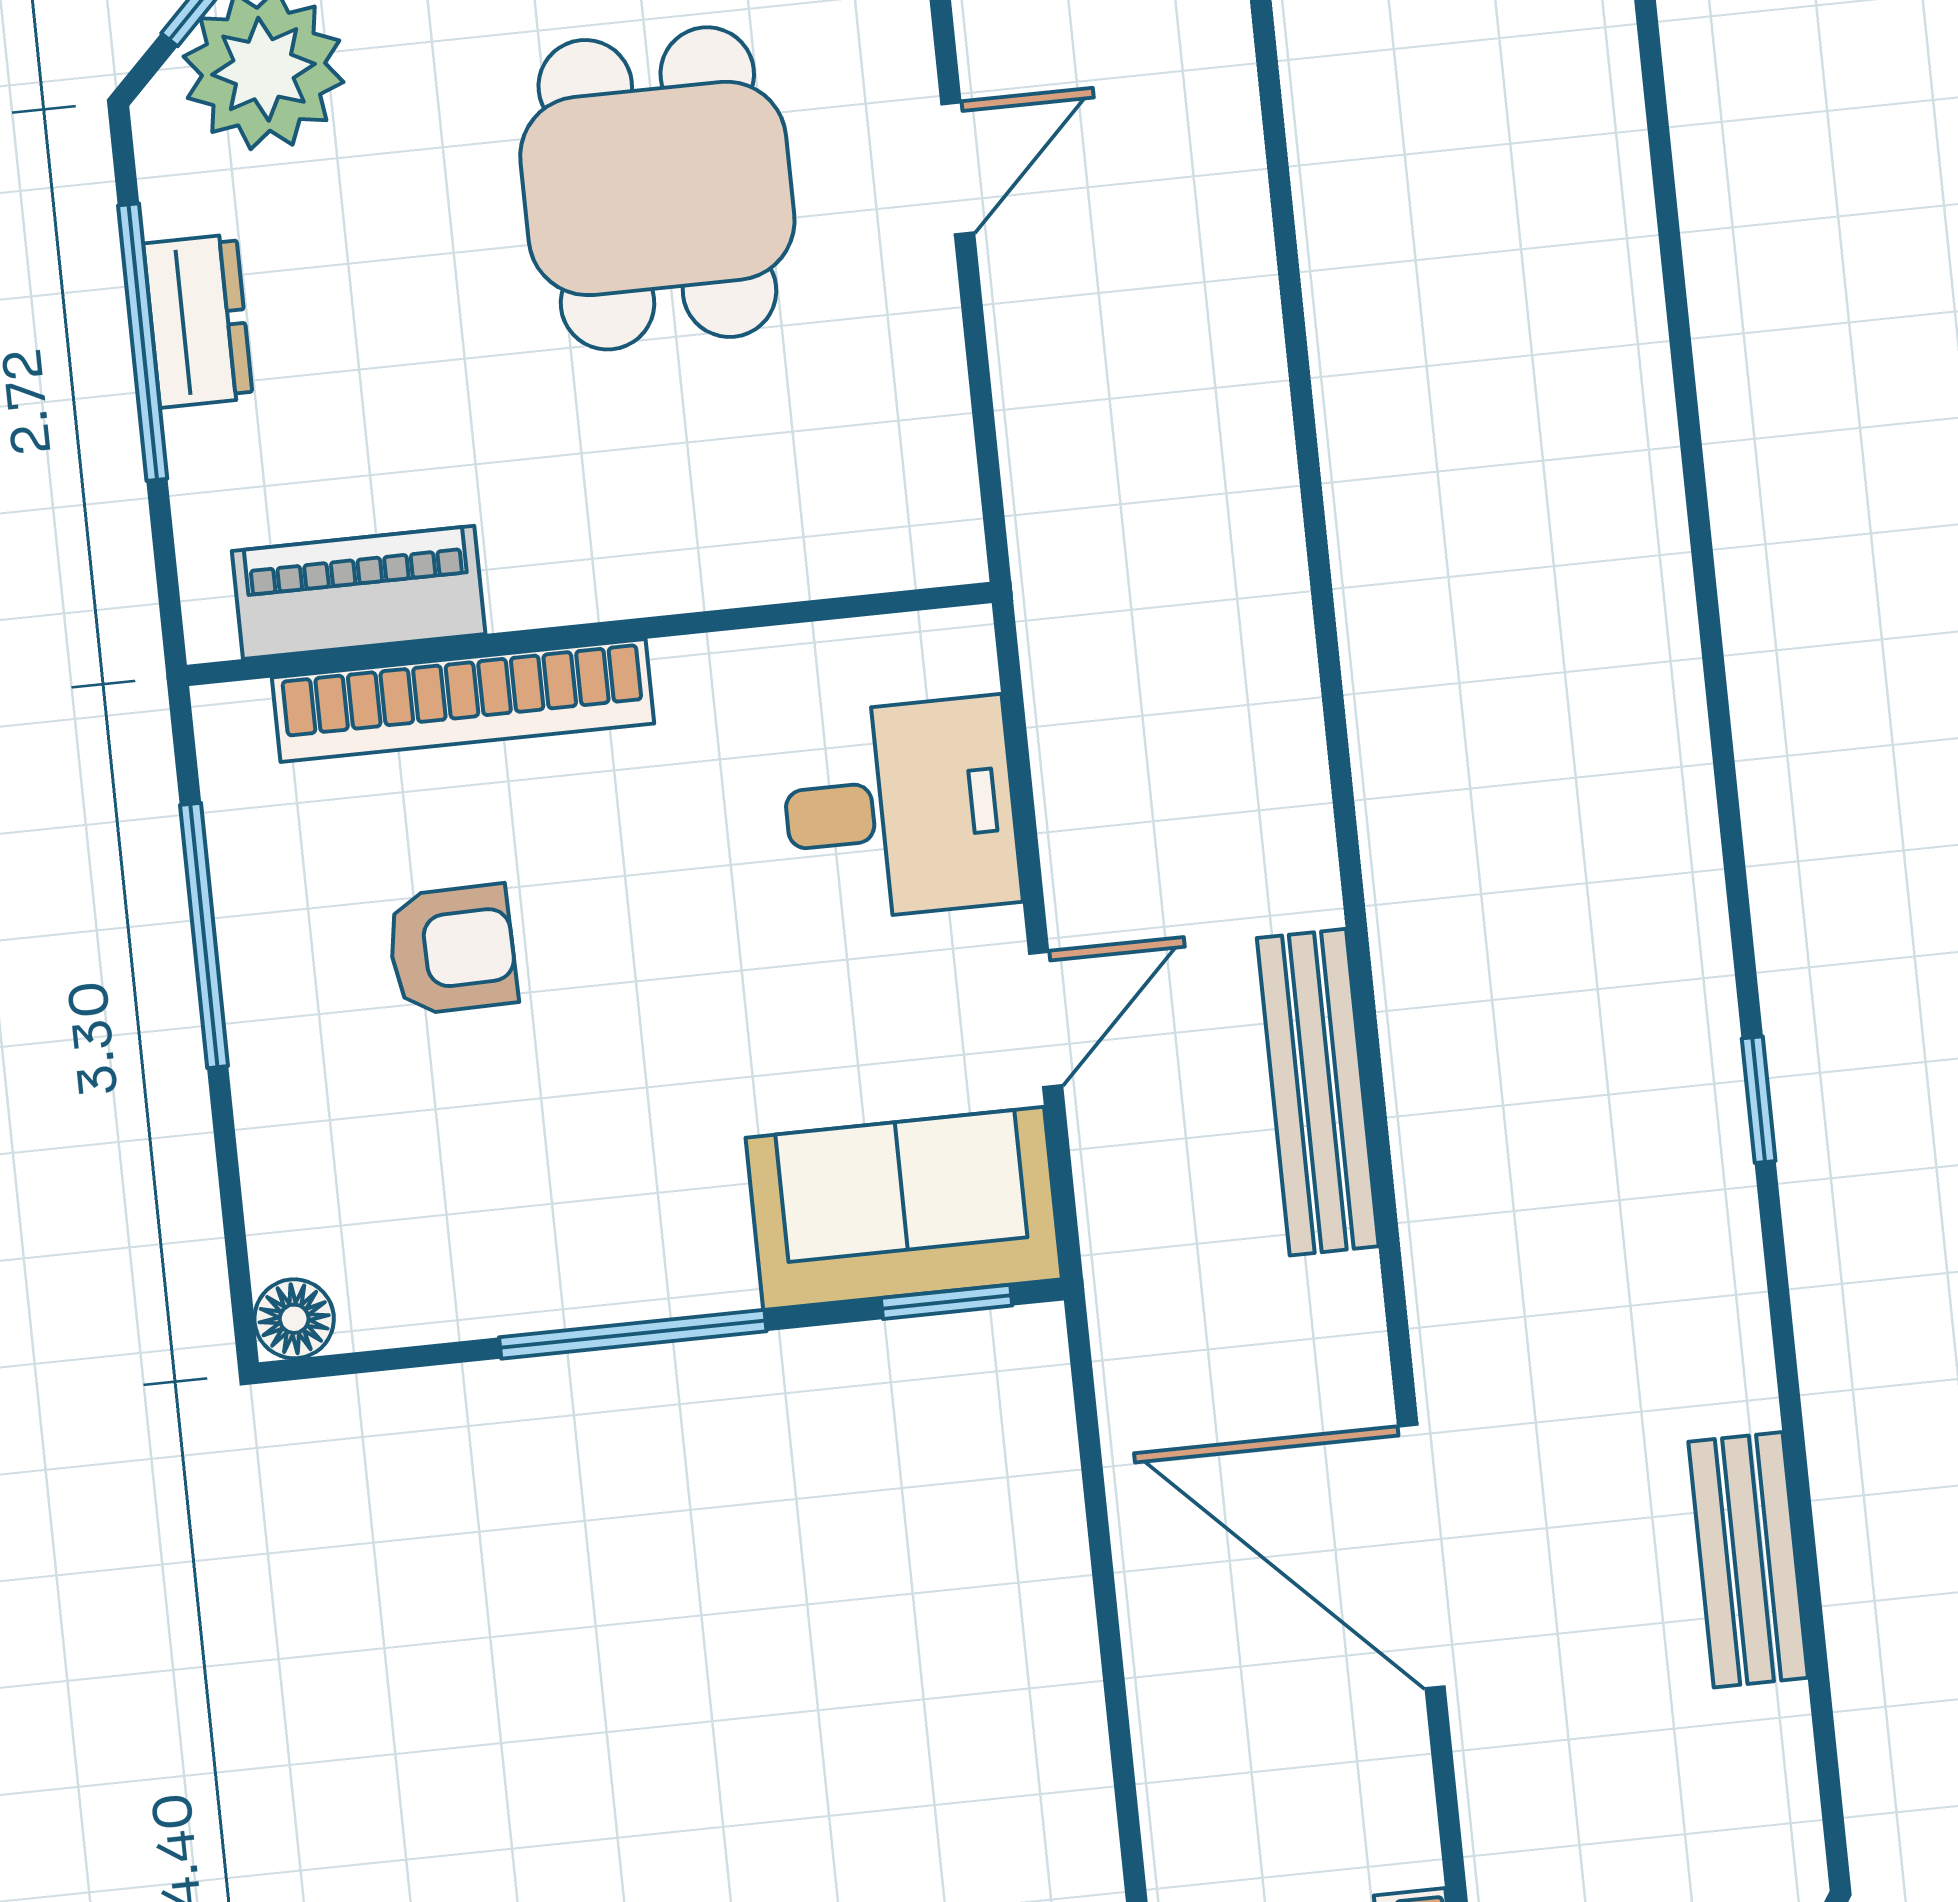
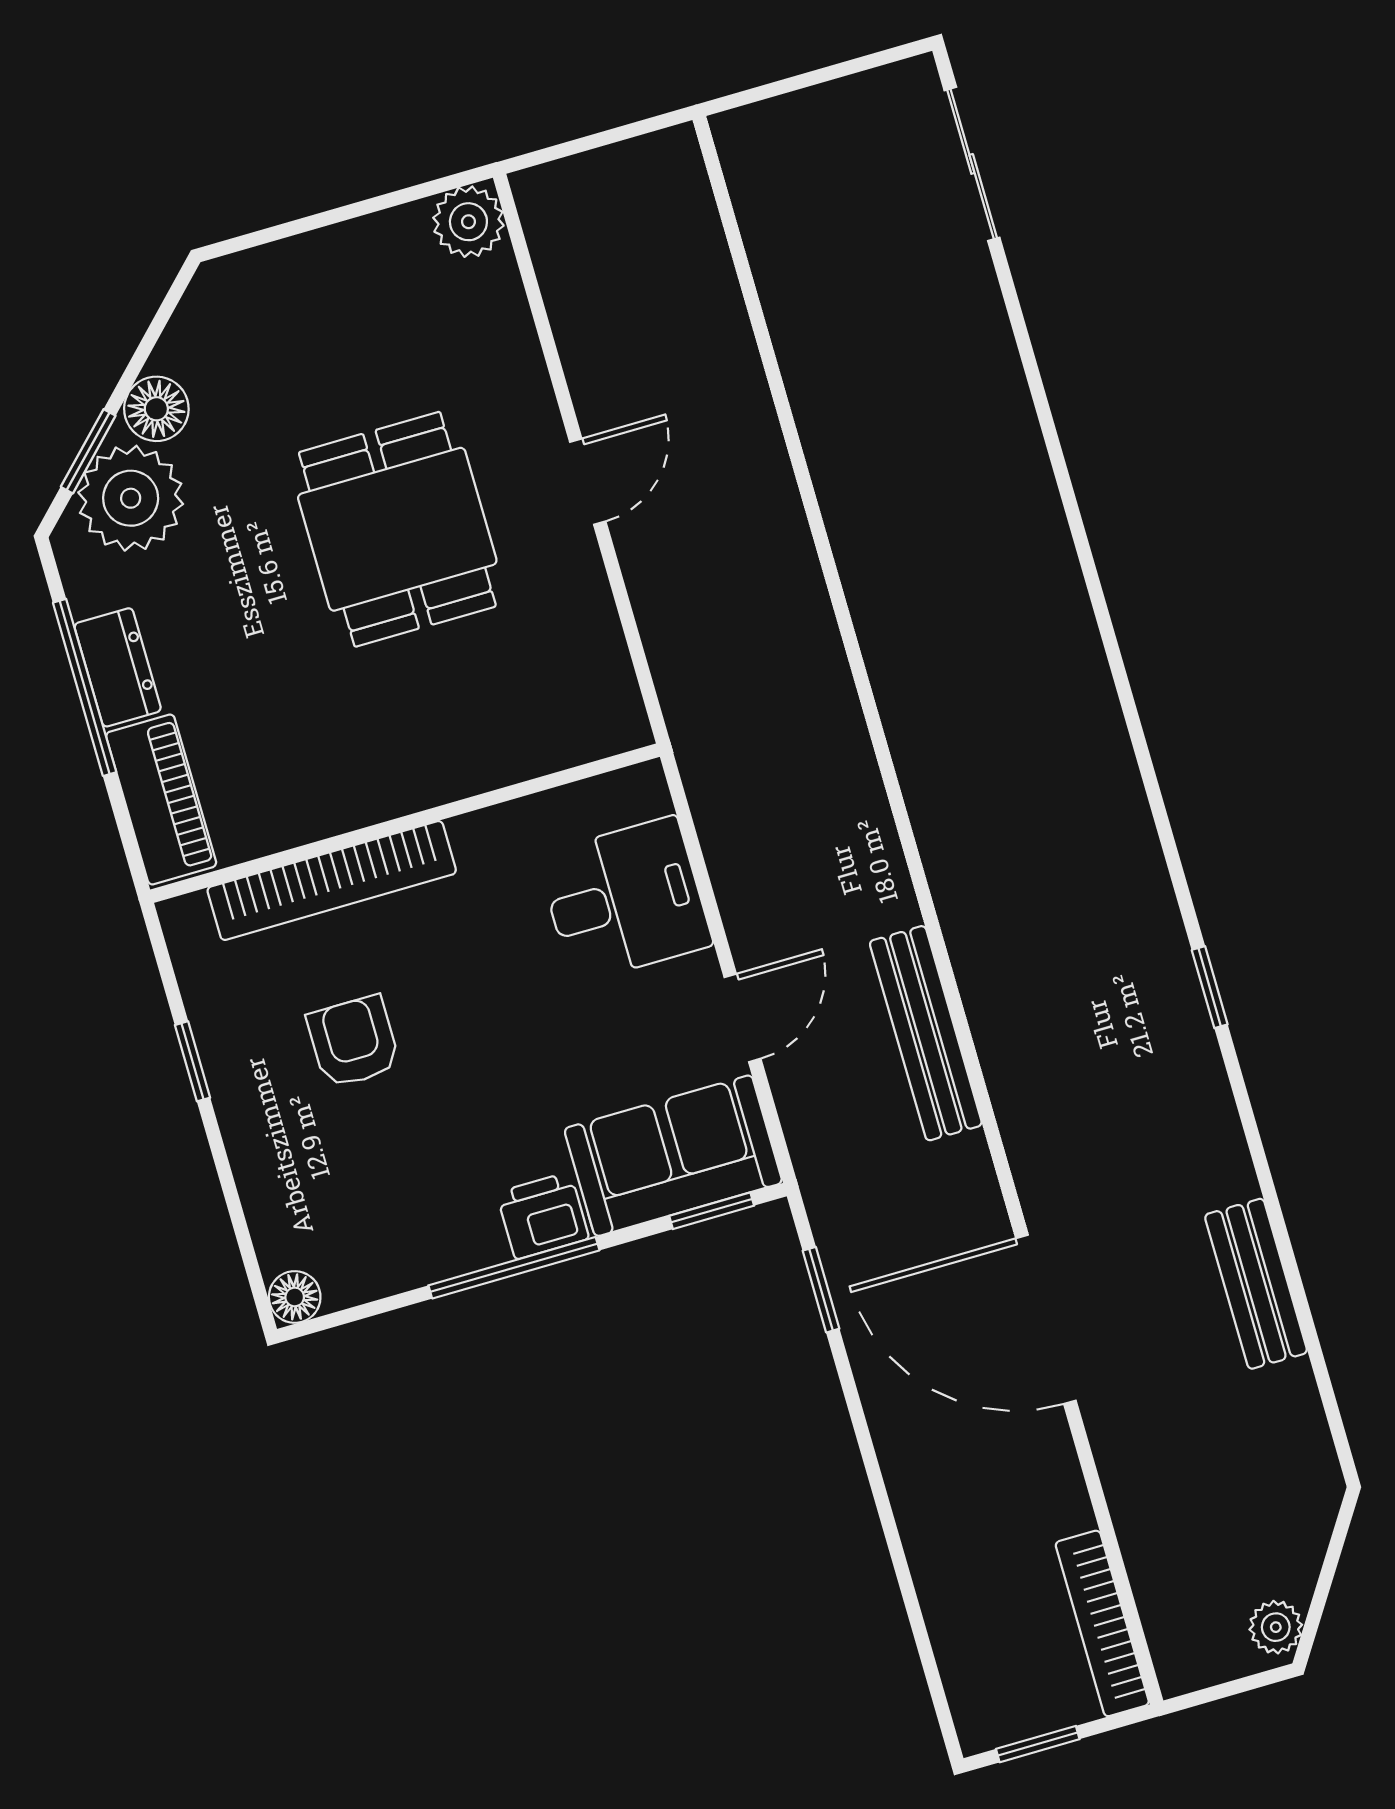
piano: (359, 592) -> (161, 799), moved, turned 90
window: (204, 936) -> (193, 1061), width x0.46
armchair: (452, 950) -> (353, 1042), turned -89
printer: (690, 1263) -> (543, 1216), added
window: (1090, 1451) -> (821, 1290), added

